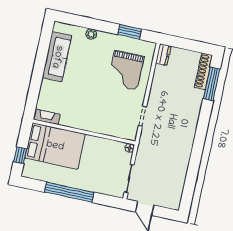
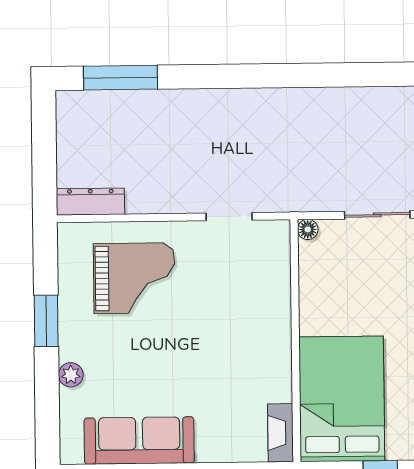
window: (130, 32) -> (46, 321), moved
dresser: (163, 55) -> (90, 202), width x1.44
shoe rack: (203, 71) -> (97, 103), removed

